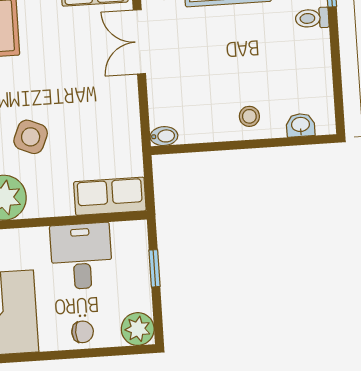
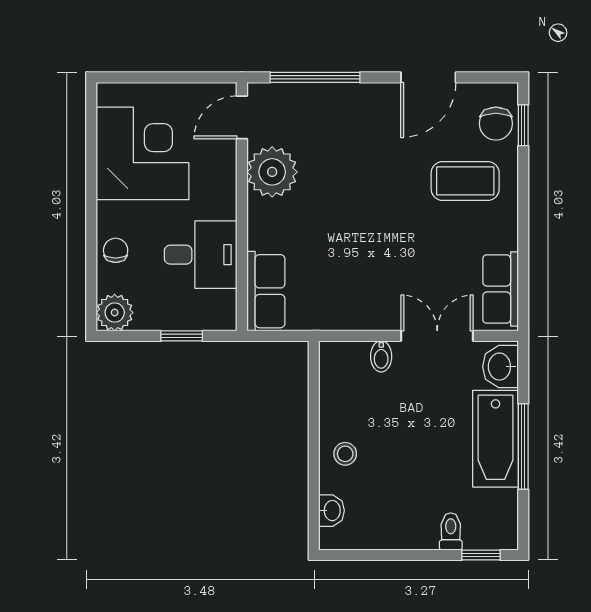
bidet: (164, 136) -> (381, 356), moved
side table: (31, 137) -> (338, 207), removed
chair: (83, 332) -> (116, 250), turned 180

